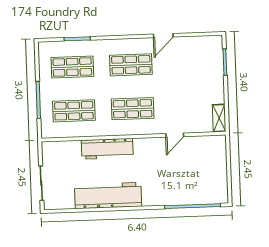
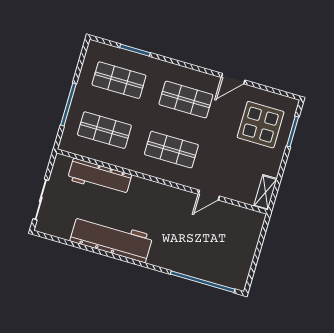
display table: (197, 65) -> (261, 125), added
workbench: (107, 149) -> (100, 177), moved

